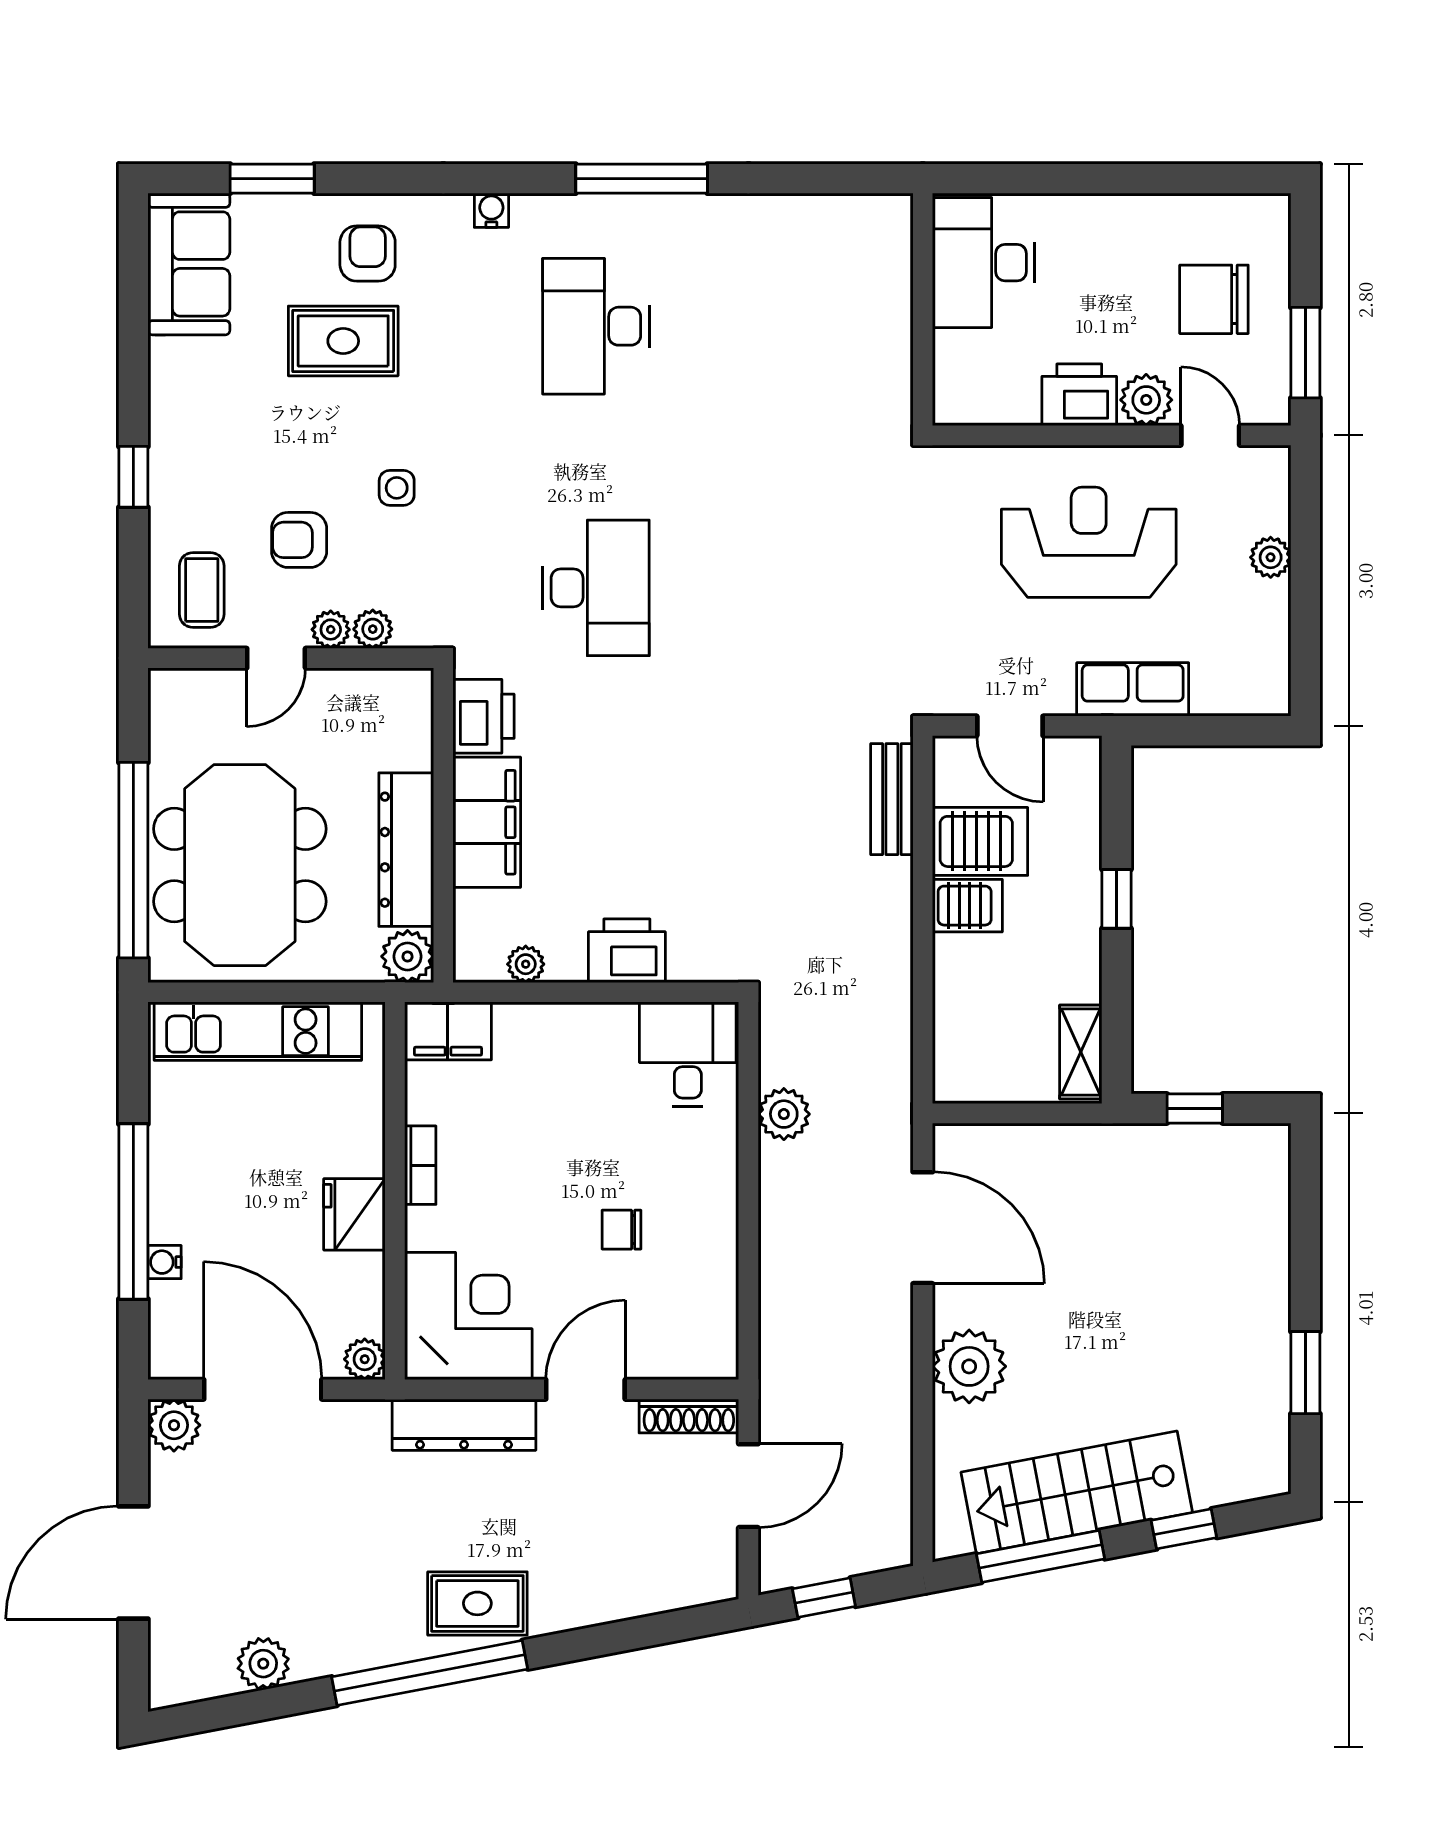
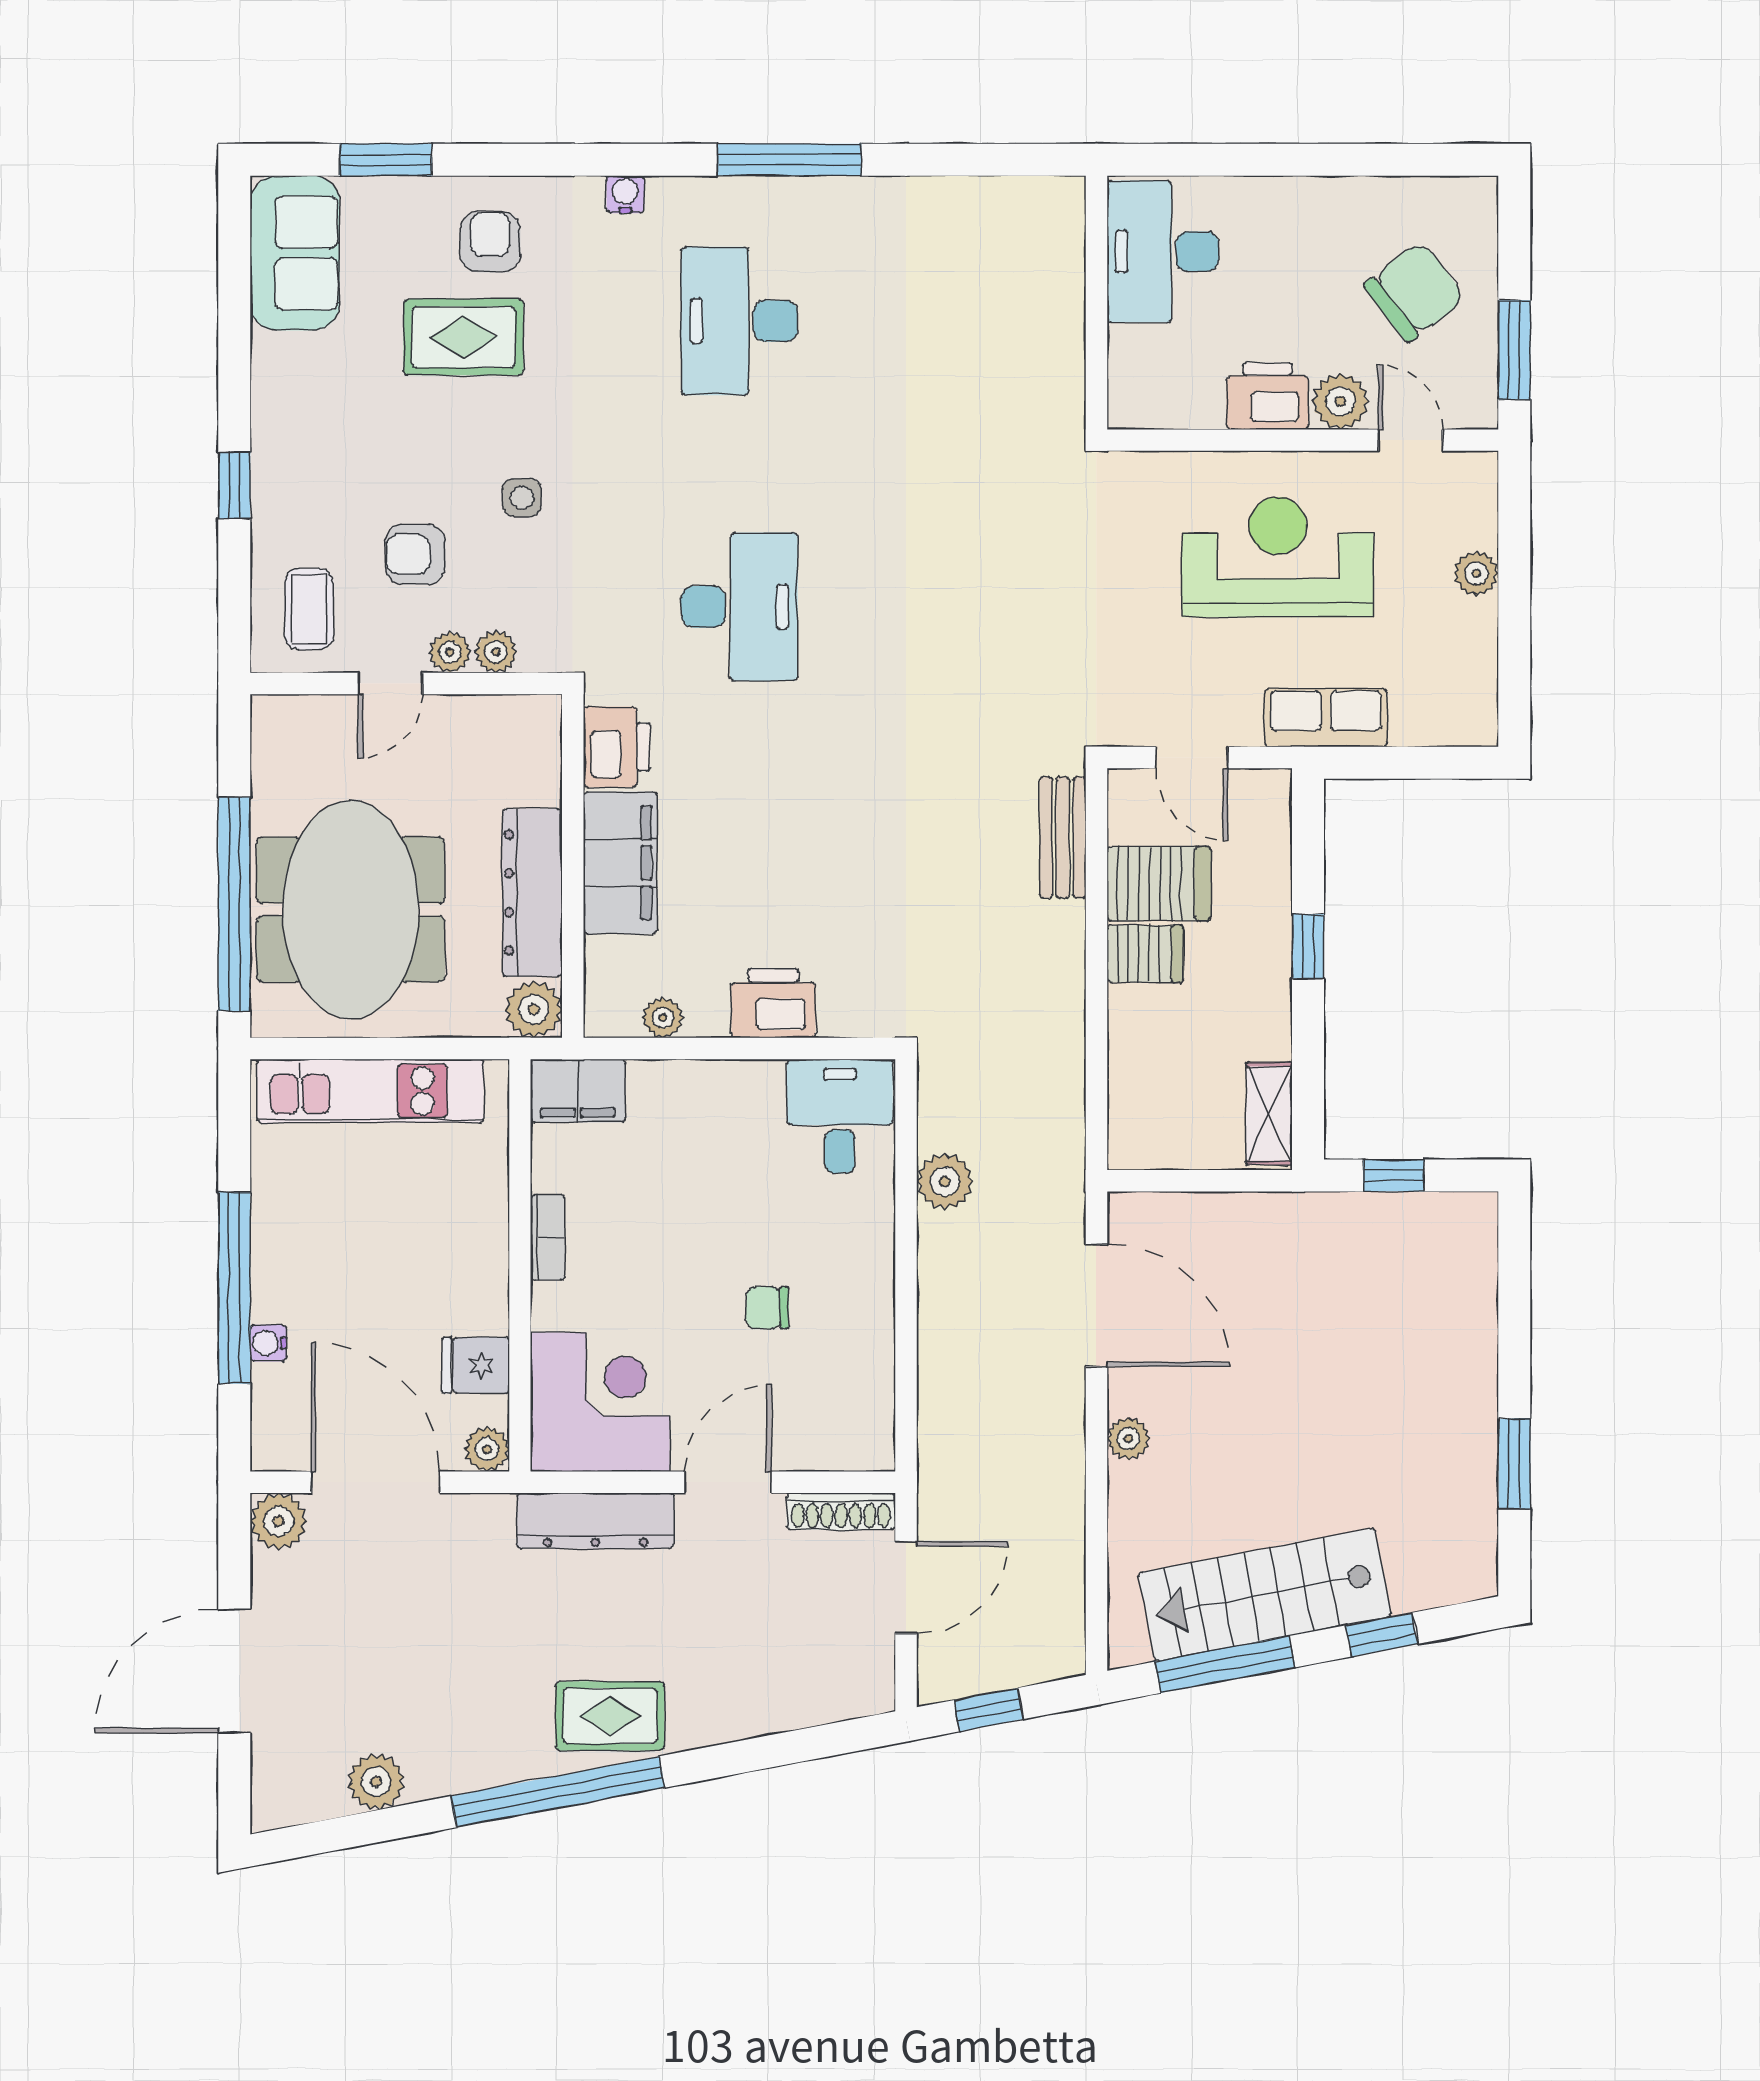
chair: (1214, 299) -> (1414, 292), turned 142
fridge: (354, 1214) -> (476, 1365), moved, width x0.72
plant: (969, 1366) -> (1128, 1438), width x0.53, depth x0.53

